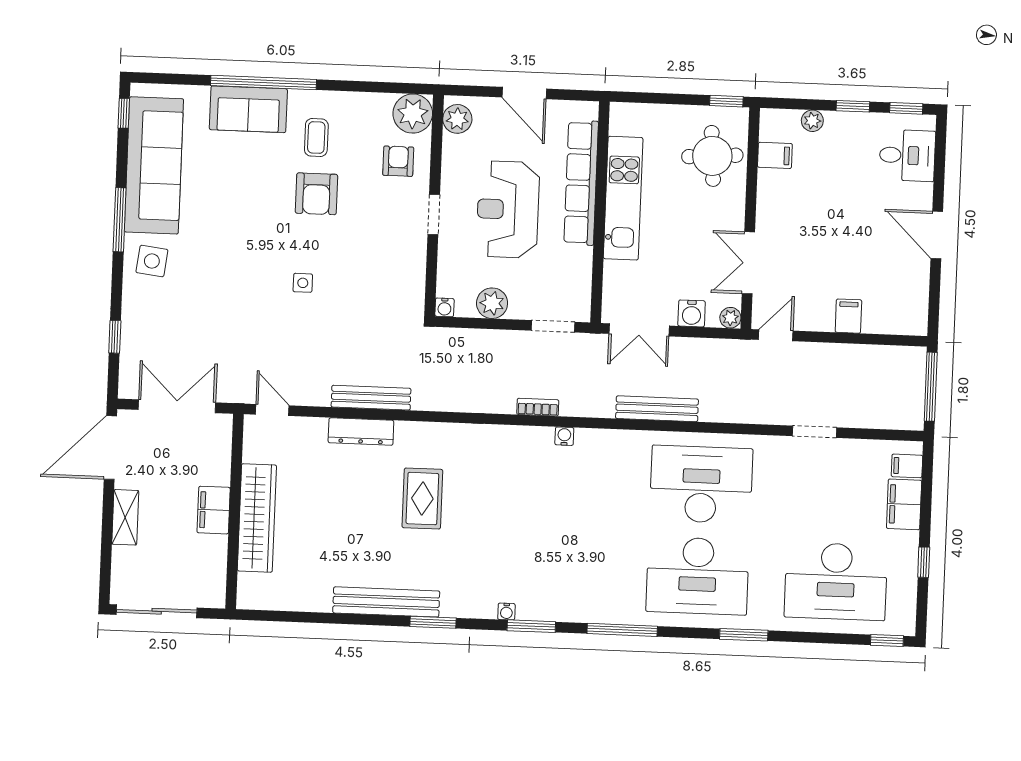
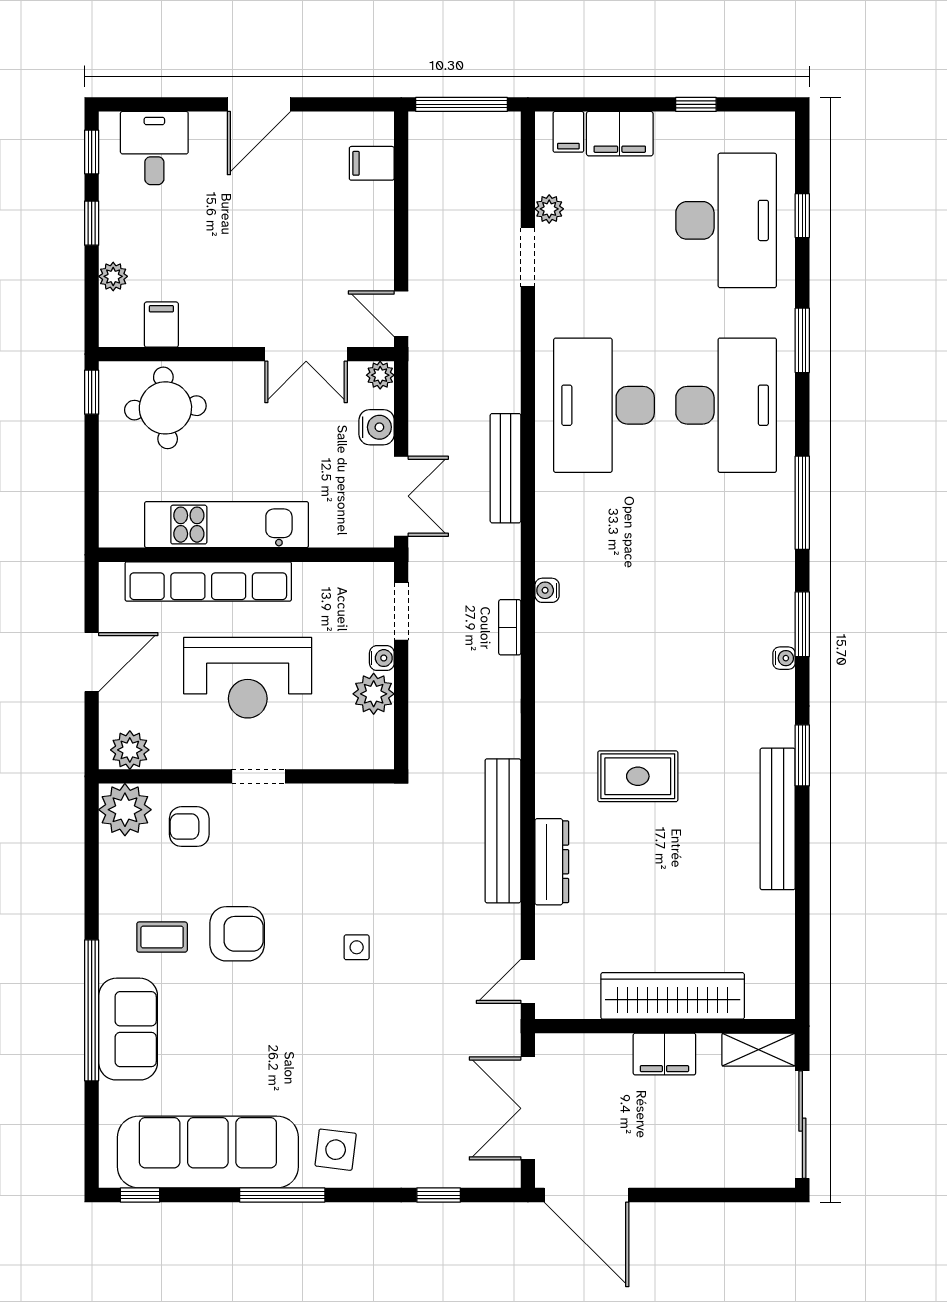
water cooler: (445, 307) -> (382, 658), moved
filing cabinet: (848, 316) -> (372, 163), moved
bench: (371, 398) -> (503, 831), width x1.37, depth x1.21
plant: (850, 449) -> (549, 209), added
shelving: (125, 517) -> (759, 1050), moved
window: (887, 641) -> (802, 216), moved

